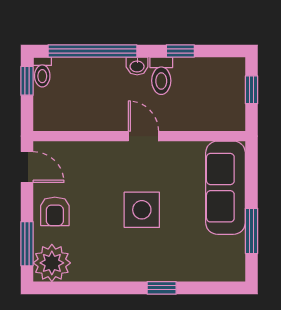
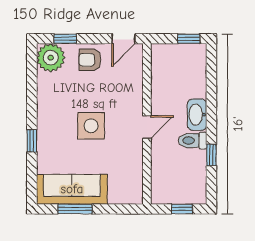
window: (93, 51) -> (211, 88), removed
washbasin: (137, 66) -> (197, 115), width x1.91, depth x1.45
toilet: (42, 72) -> (195, 50), removed
sofa: (226, 188) -> (72, 189), moved
window: (27, 244) -> (65, 39), width x0.67

